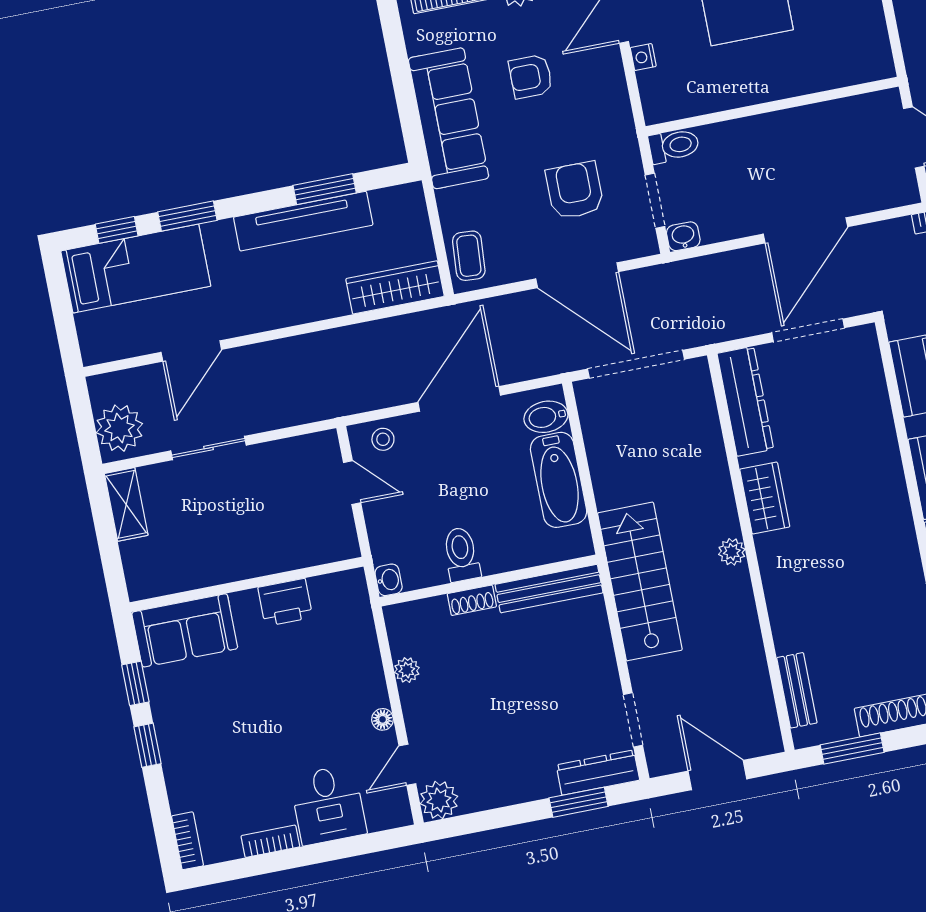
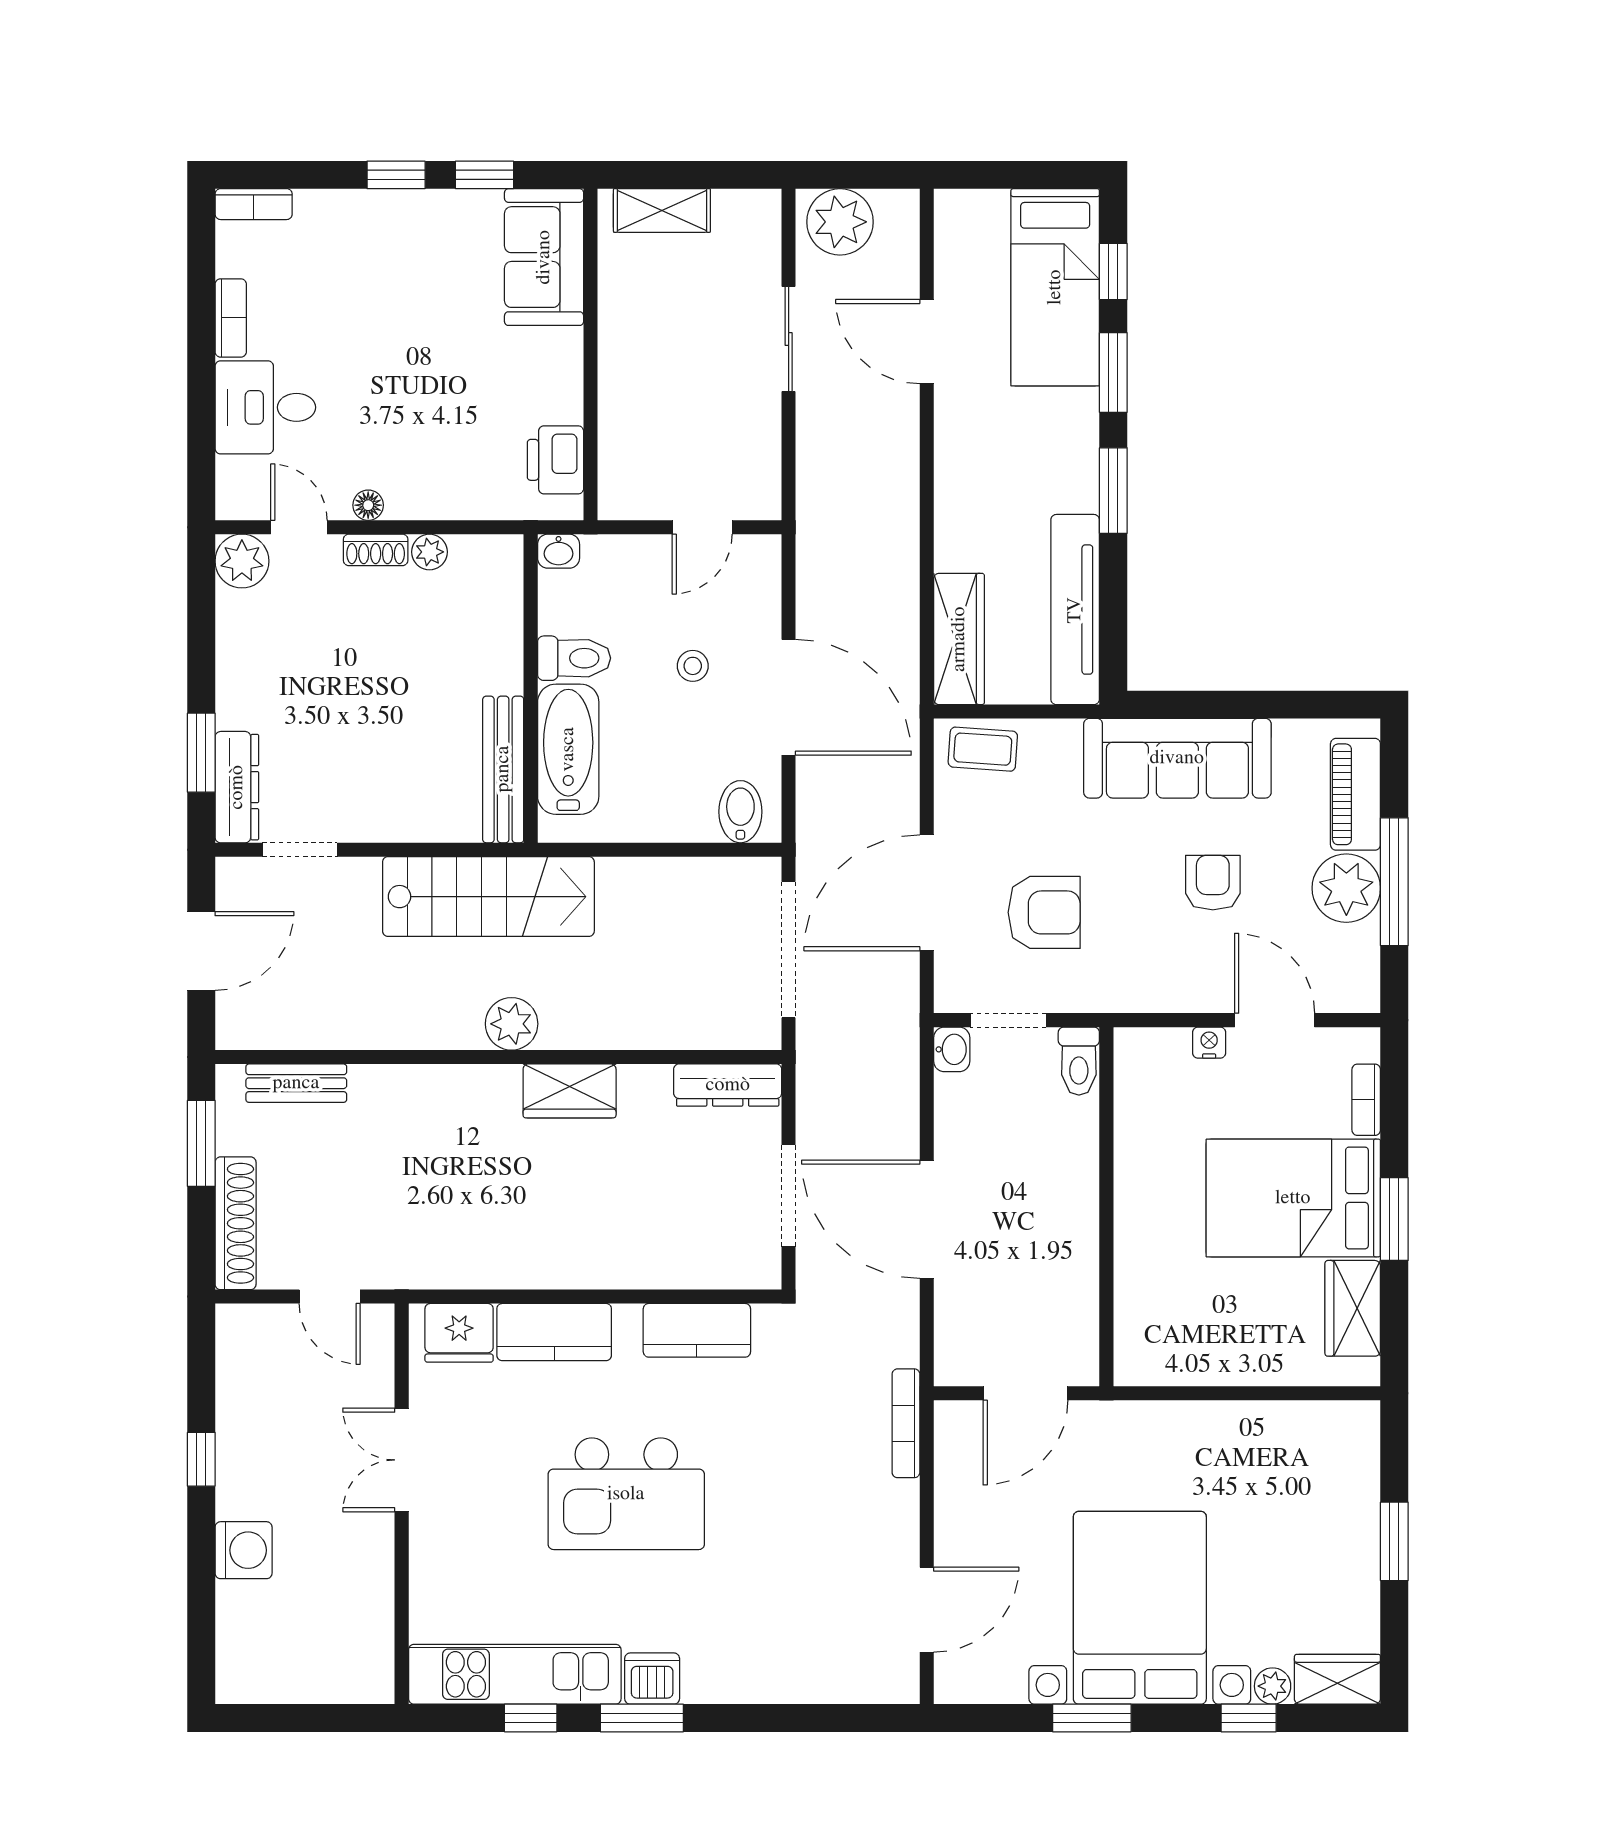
window: (325, 189) -> (1113, 491), moved
tv unit: (303, 221) -> (1075, 610), moved
dresser: (745, 401) -> (728, 1085), width x0.73, depth x0.80
stool: (383, 439) -> (693, 666), moved
bathtub: (559, 480) -> (568, 749), moved, turned 90
shelving: (126, 504) -> (662, 210), moved
plant: (732, 552) -> (512, 1024), width x1.38, depth x1.38
shoe rack: (472, 600) -> (376, 550), moved, turned -90
printer: (285, 602) -> (555, 460), moved

